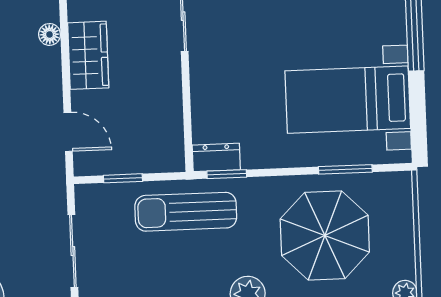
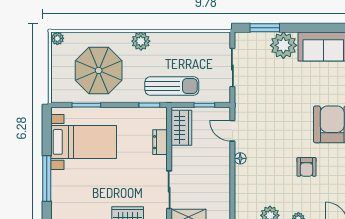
floor lamp: (50, 34) -> (240, 158), moved
wardrobe: (88, 55) -> (181, 128), moved, turned 180
dresser: (216, 157) -> (160, 142), moved, turned 90

